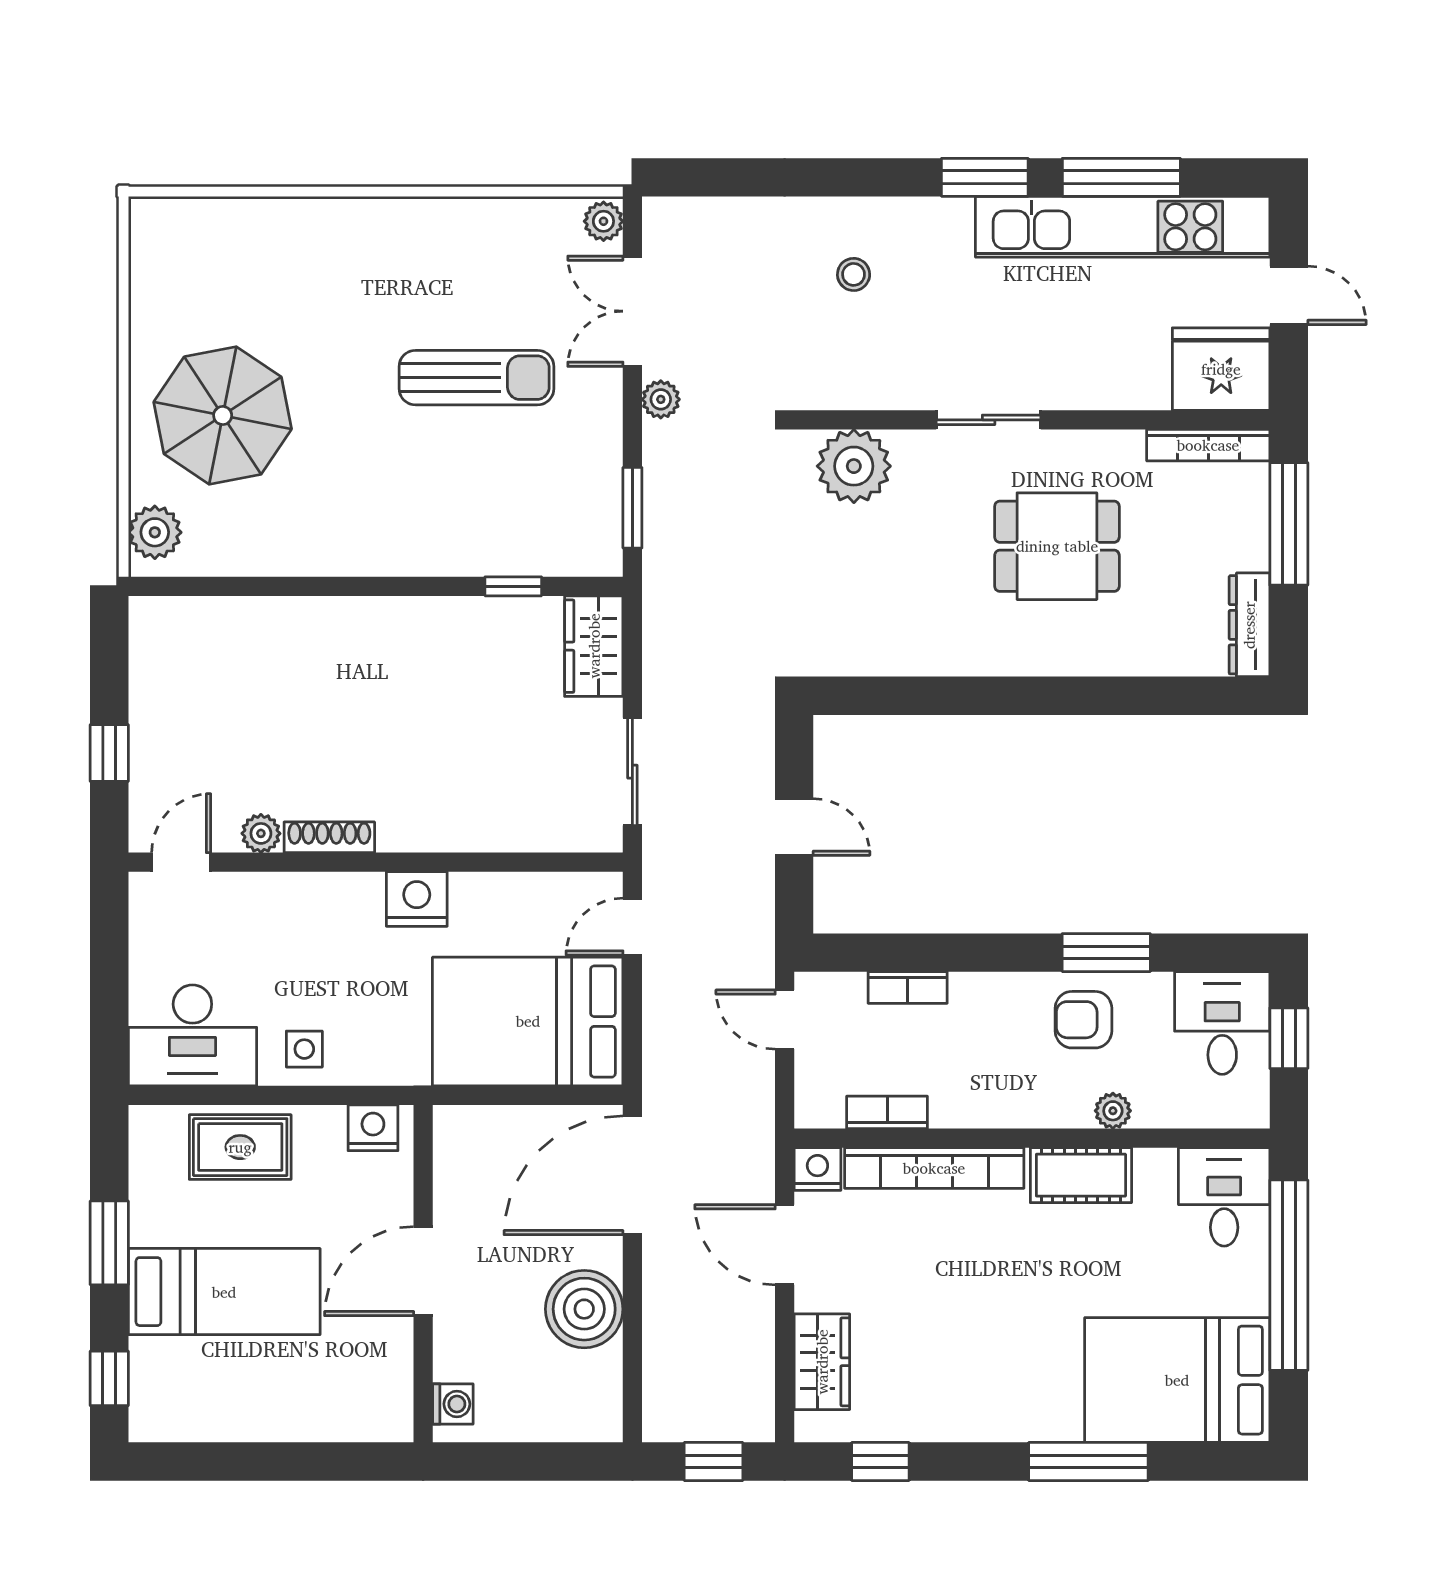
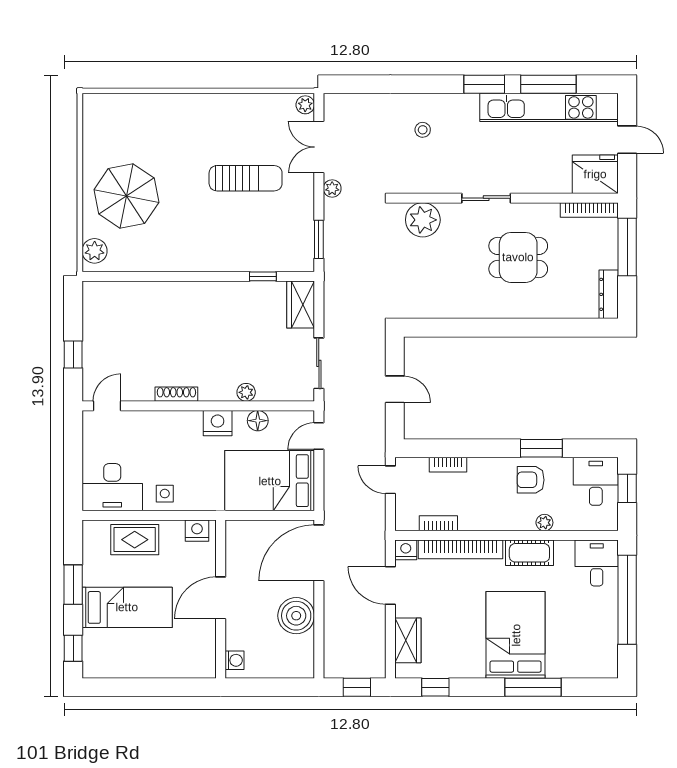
plant: (261, 833) -> (246, 392), moved
floor lamp: (502, 894) -> (258, 421), added
bed: (1177, 1380) -> (516, 635), moved, turned 90

